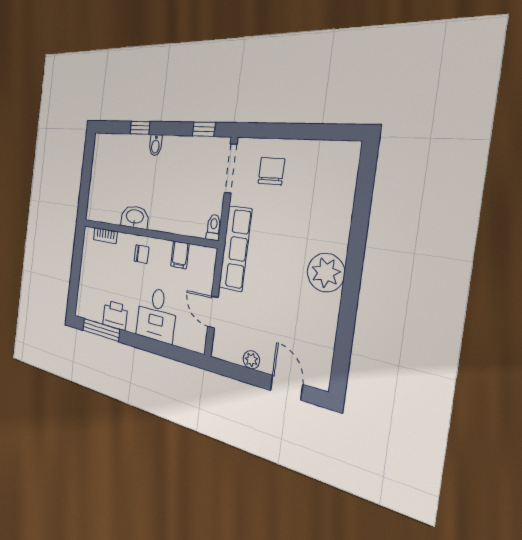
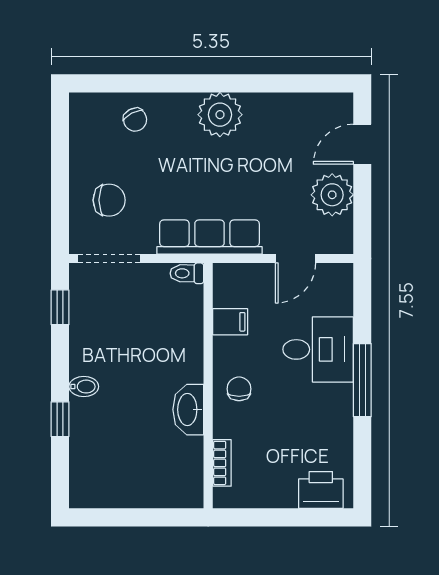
chair: (271, 171) -> (109, 200), turned 180
chair: (331, 198) -> (135, 120), added
printer: (115, 315) -> (321, 490), moved, turned 90
window: (101, 330) -> (362, 380), moved
plant: (251, 360) -> (332, 195), width x1.87, depth x1.87

